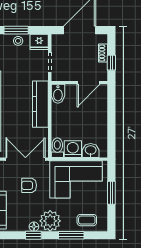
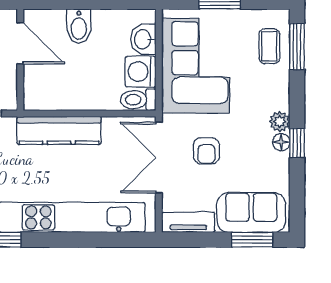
bidet: (58, 94) -> (79, 26), moved, turned 90
plant: (50, 221) -> (280, 122), width x0.53, depth x0.53
window: (71, 235) -> (297, 47), moved

